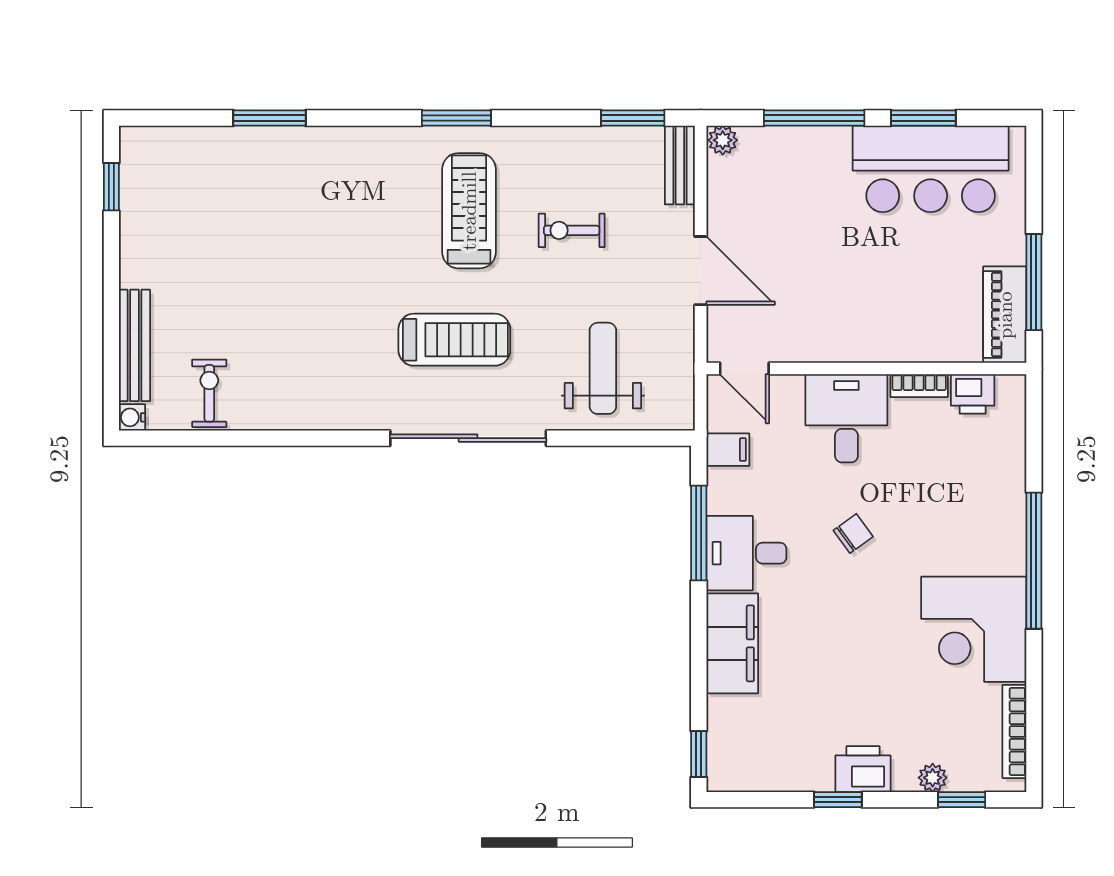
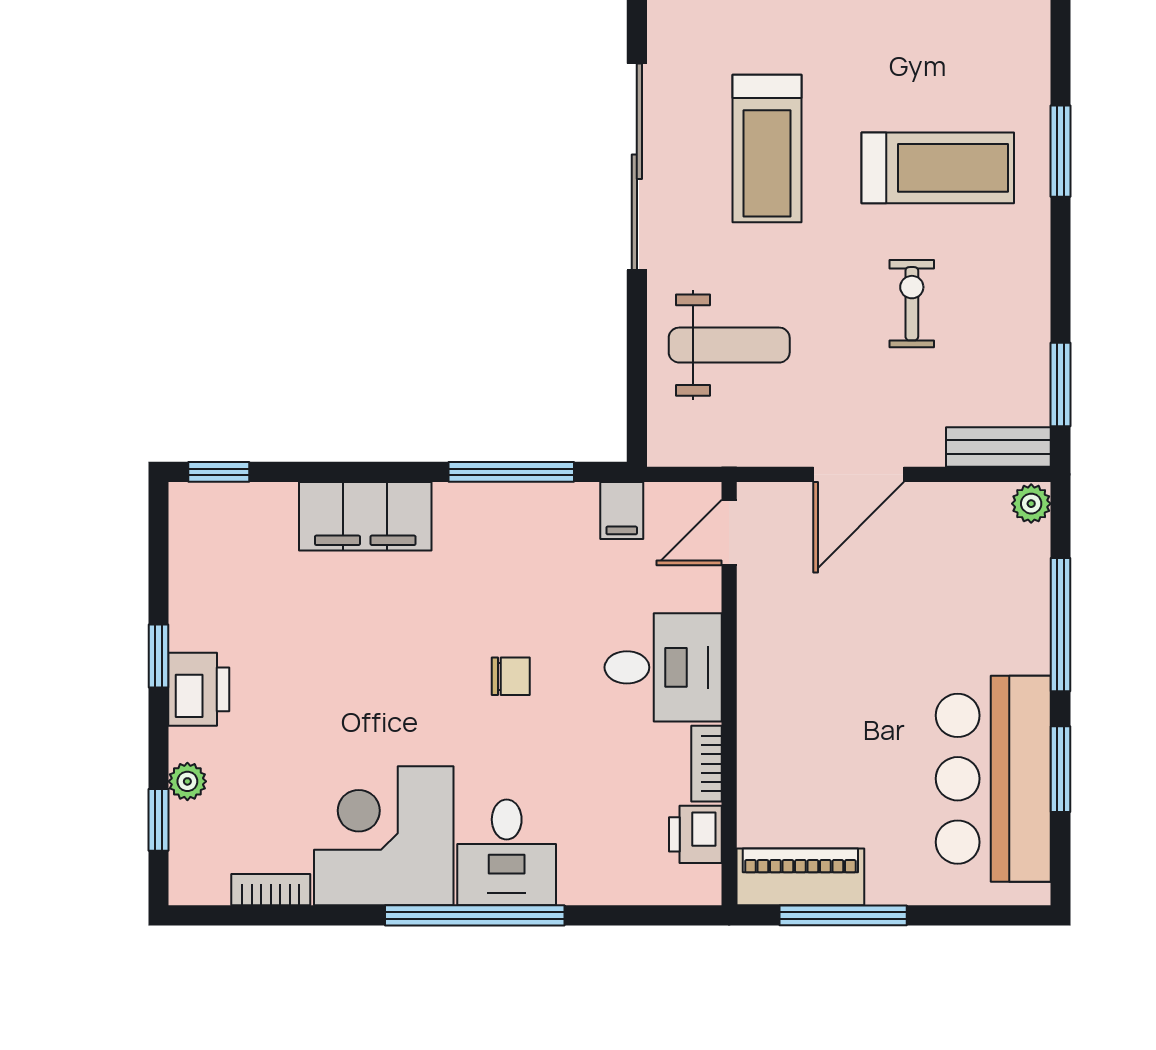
chair: (853, 533) -> (511, 676), turned -54
desk: (746, 553) -> (507, 852), moved, turned 180
bookcase: (1014, 732) -> (271, 890), width x0.64

